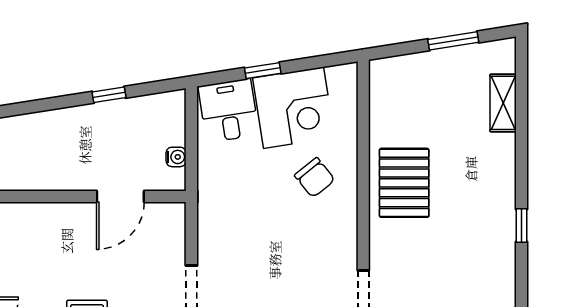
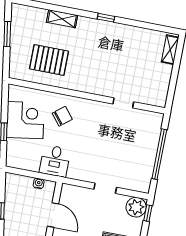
shelving: (503, 103) -> (62, 19), moved
desk: (229, 111) -> (55, 161), moved, turned -81
pallet: (404, 183) -> (49, 60), moved

